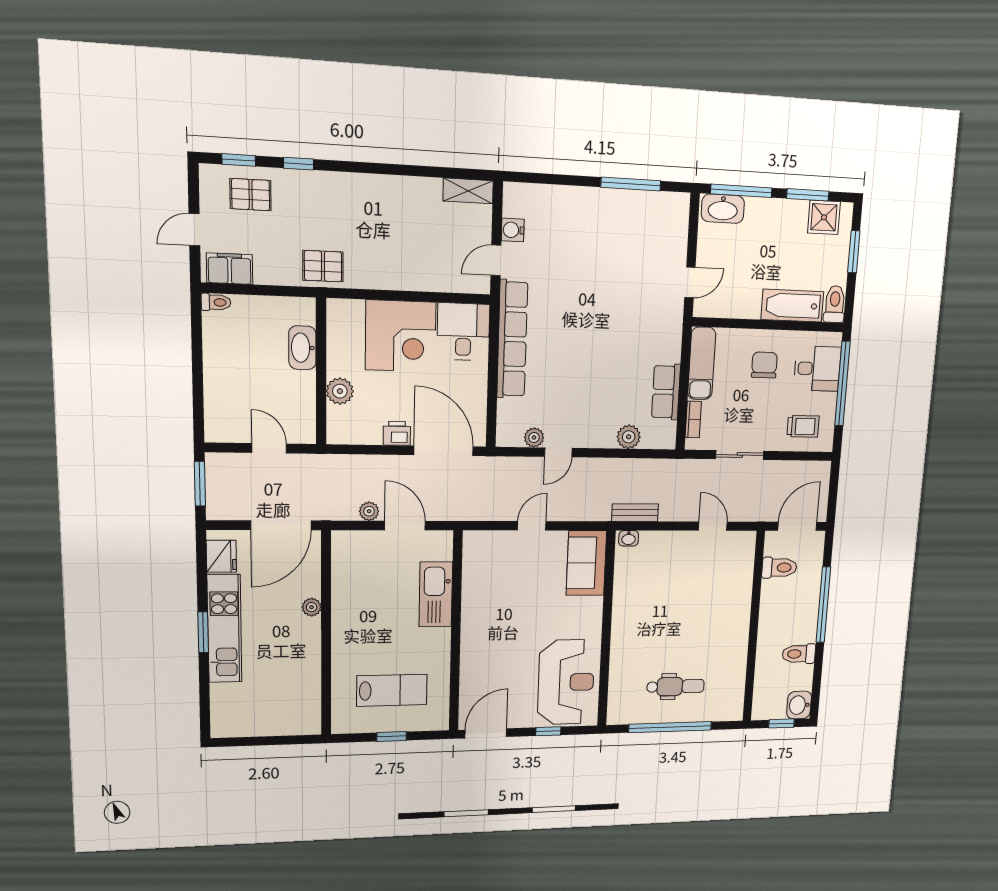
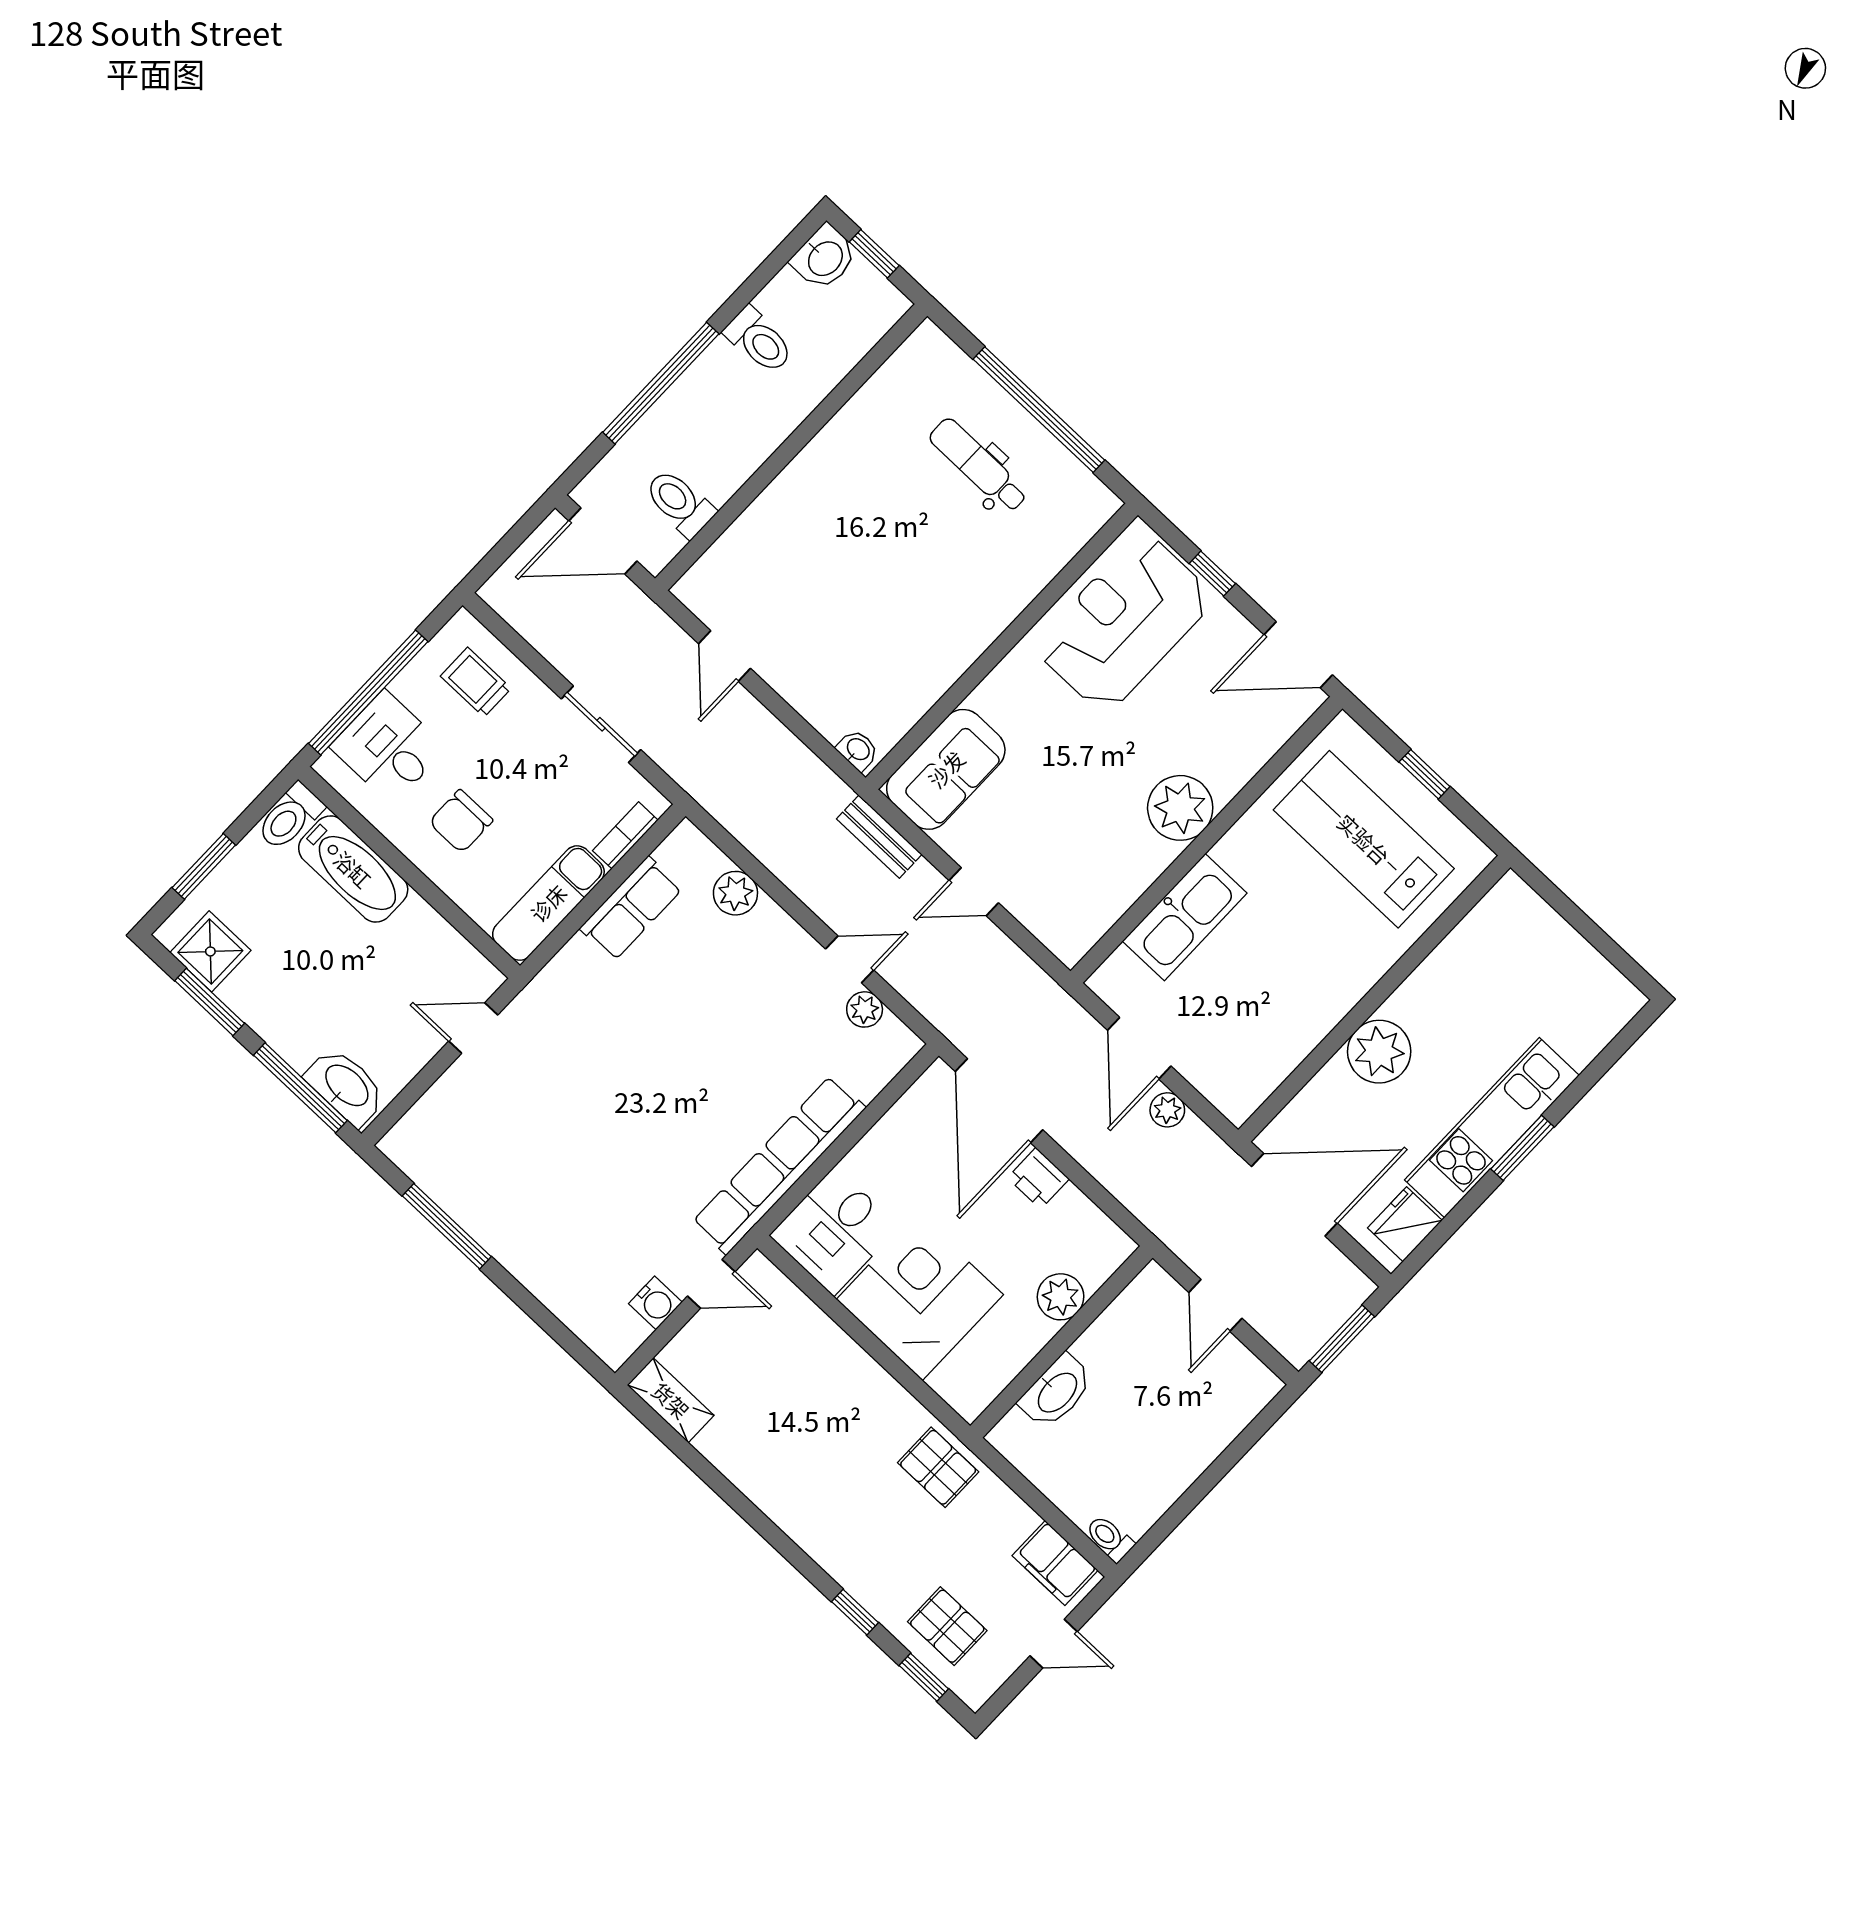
bench: (635, 513) -> (879, 837), moved
plant: (312, 607) -> (1379, 1052), width x1.88, depth x1.88
plant: (478, 634) -> (1180, 808), added
lab bench: (392, 690) -> (1364, 839), width x1.36, depth x1.39

